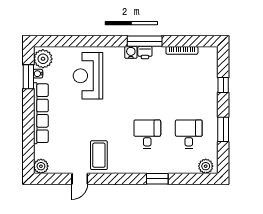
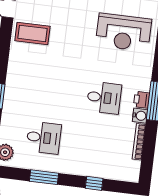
water cooler: (131, 52) -> (140, 116), moved
reception desk: (88, 76) -> (123, 32), turned 180
desk: (147, 134) -> (104, 98), moved

